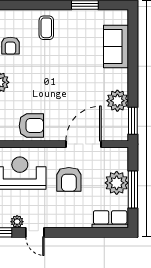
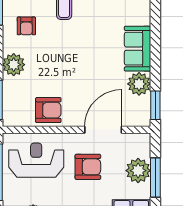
sofa: (116, 46) -> (138, 49), moved
armchair: (69, 179) -> (88, 167), turned -90

